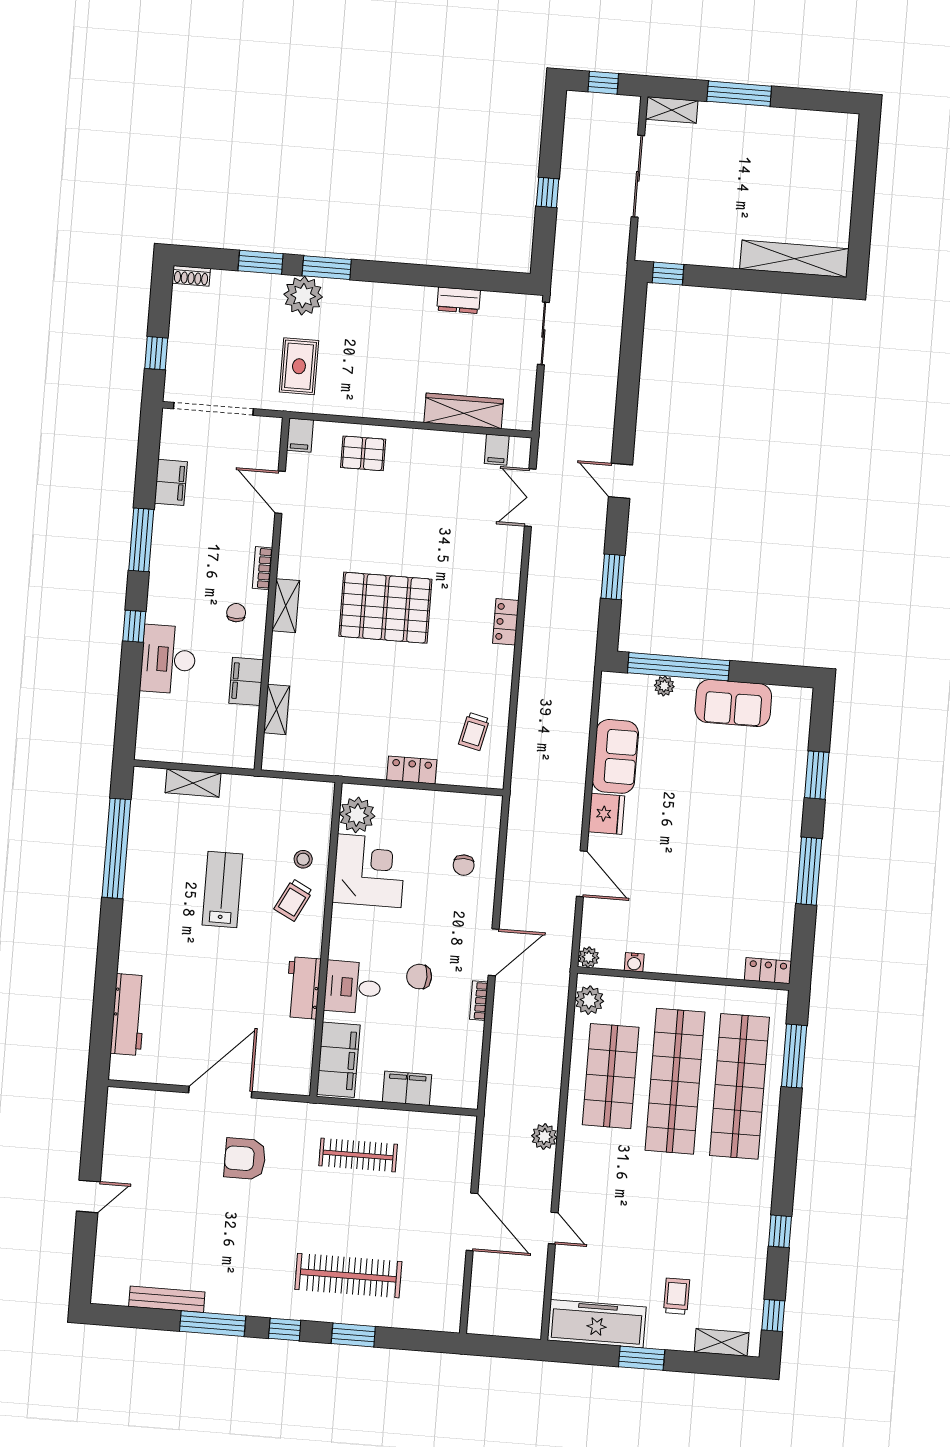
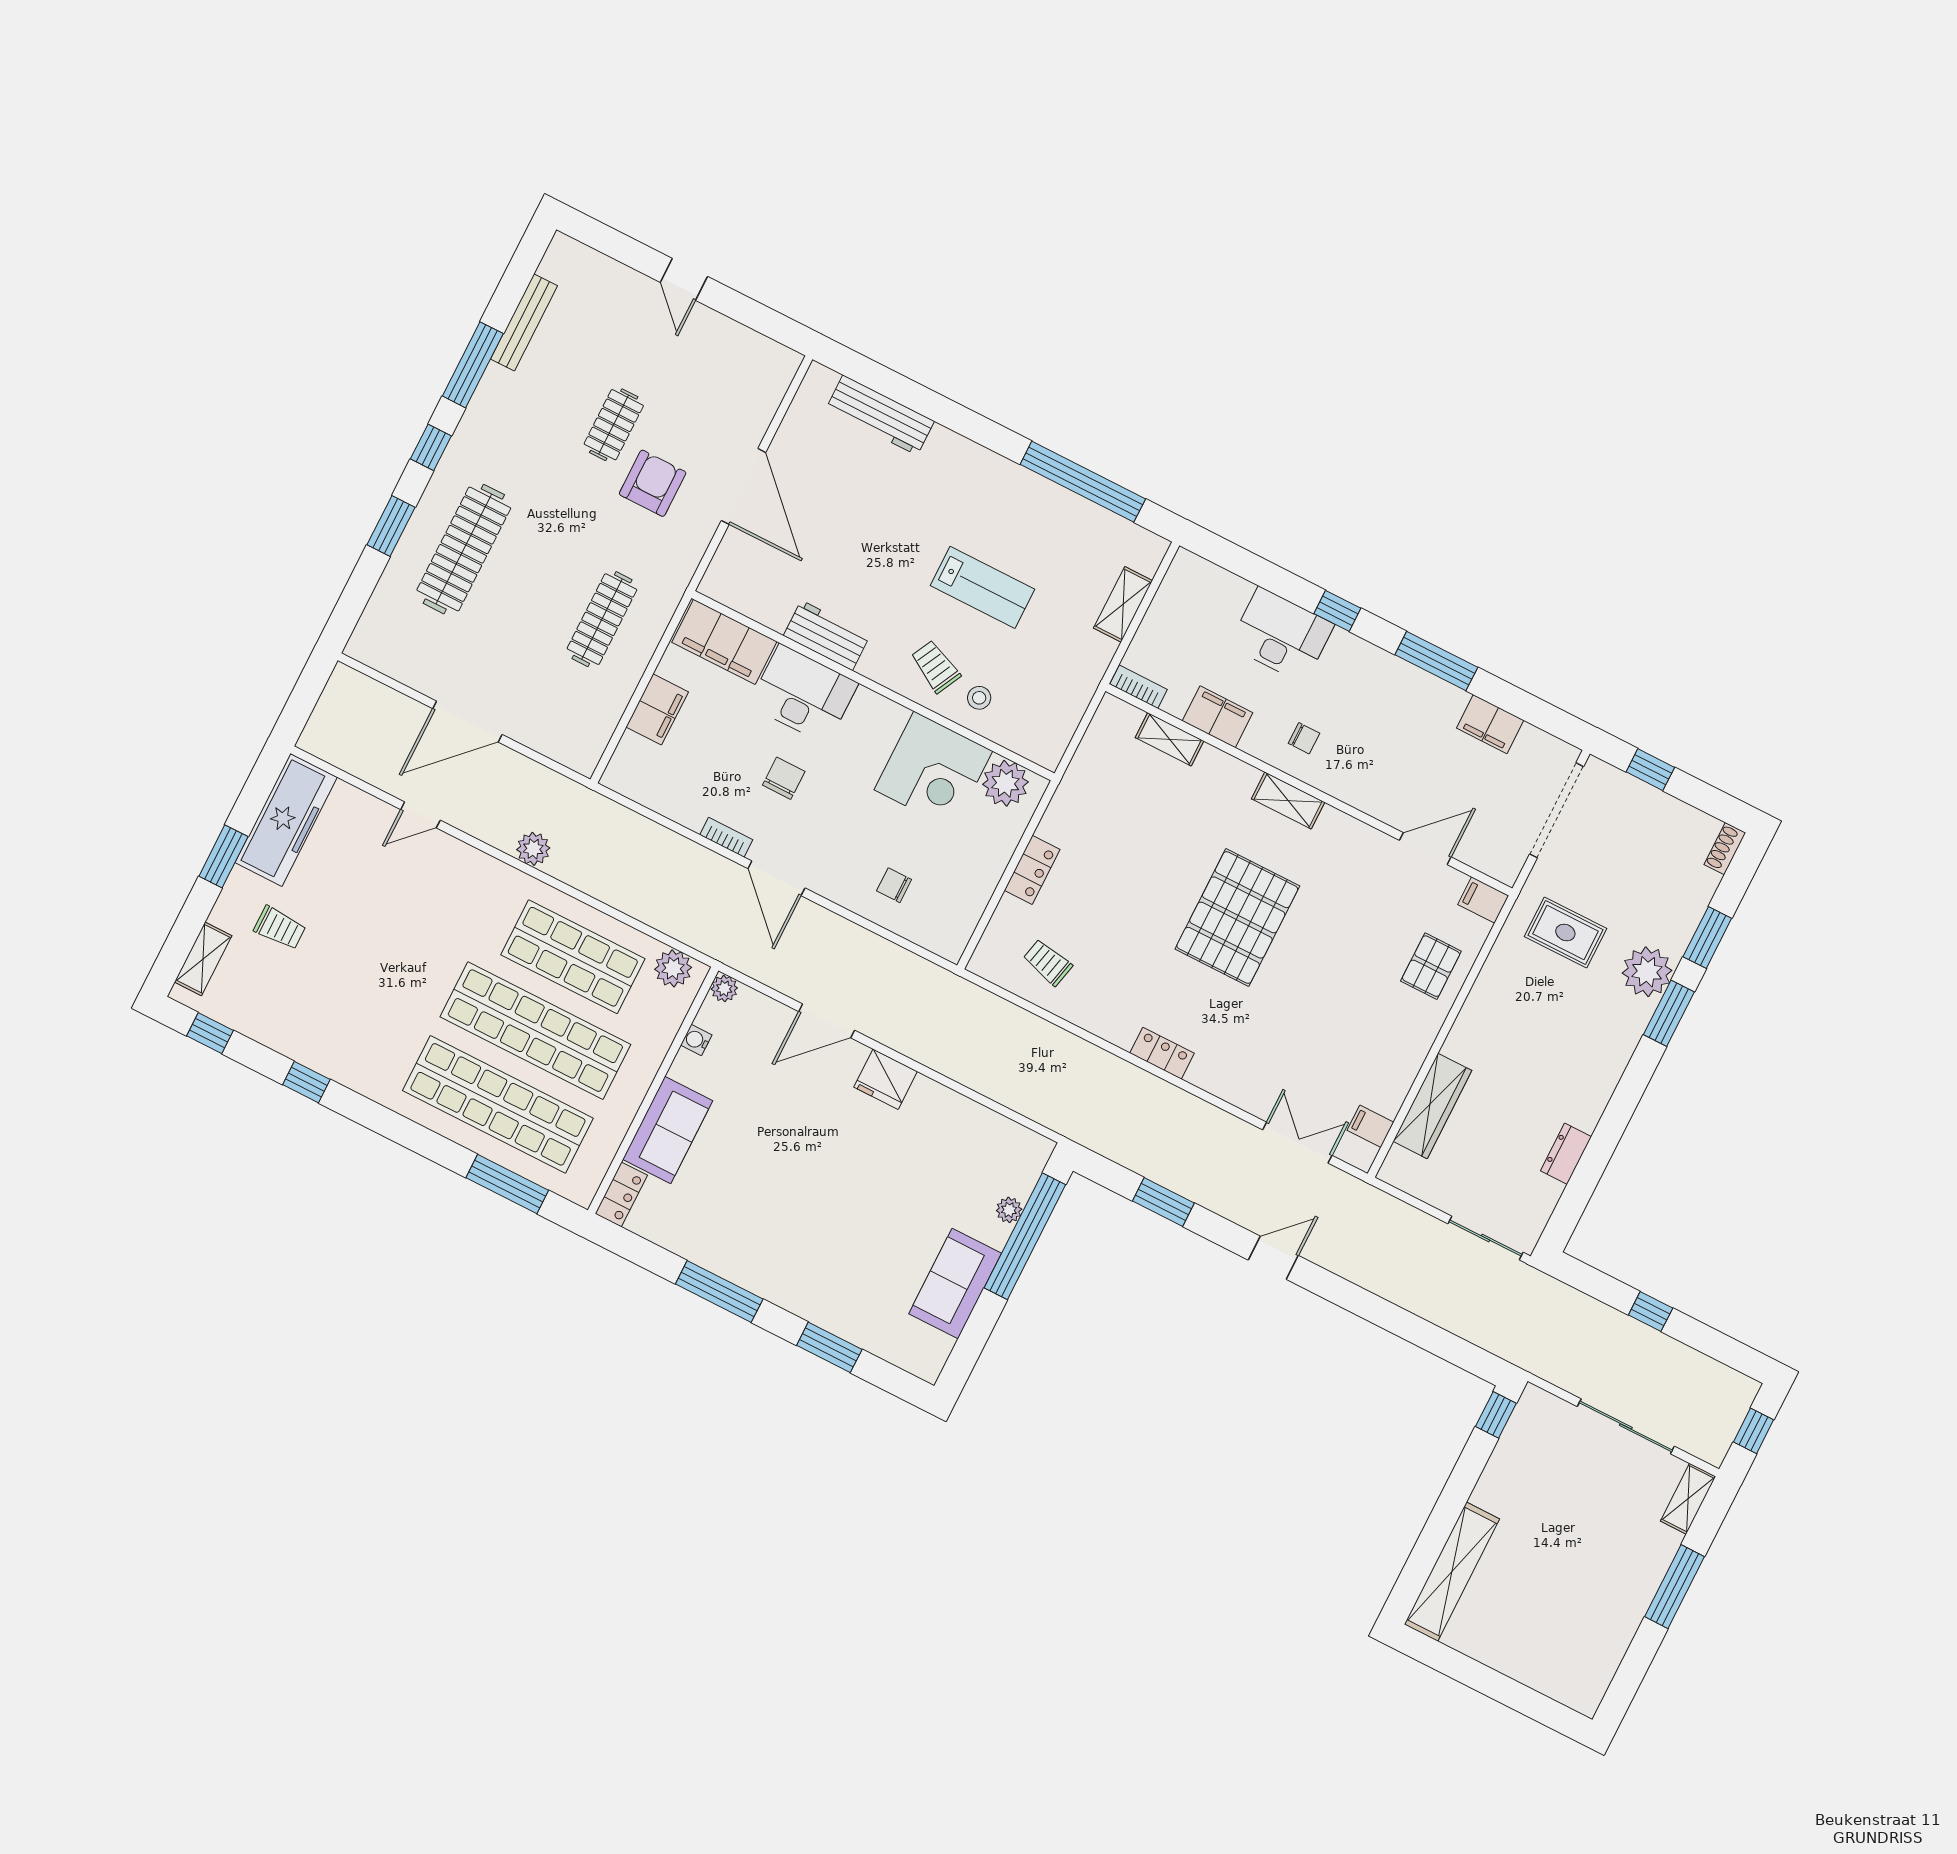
bookcase: (262, 568) -> (1138, 687), moved
sofa: (615, 756) -> (668, 1130), moved, turned -90
desk: (353, 987) -> (803, 694), width x1.37
clothes rail: (214, 1204) -> (614, 425), added

